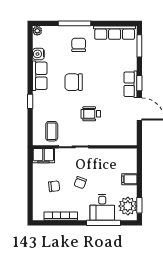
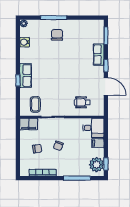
row of seats: (115, 33) -> (86, 25), removed
row of seats: (40, 76) -> (26, 75), moved
chair: (74, 82) -> (53, 65), removed
row of seats: (131, 84) -> (99, 55), moved
wheelchair: (91, 114) -> (82, 102), moved
desk: (102, 207) -> (93, 128), moved, turned -90

